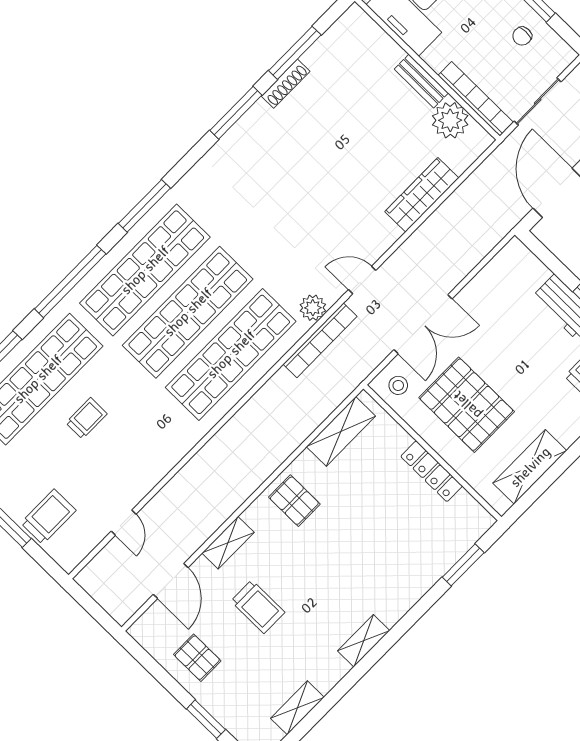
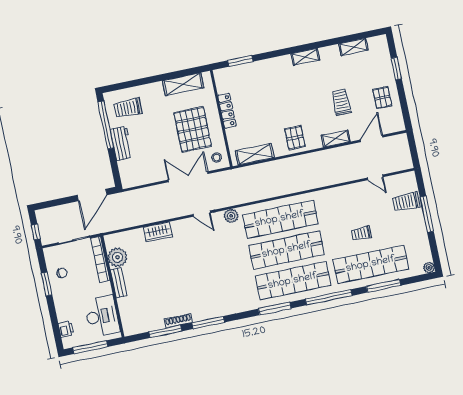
wardrobe: (422, 195) -> (158, 232), width x0.67
bookcase: (320, 340) -> (237, 200), removed
door: (124, 523) -> (375, 177), swing flipped

